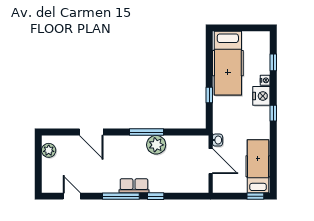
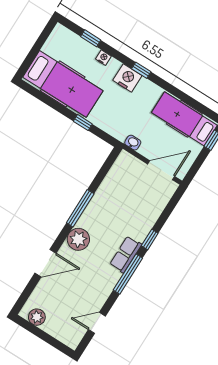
nightstand: (261, 96) -> (127, 78), moved
plant: (156, 145) -> (78, 239), moved
door: (211, 161) -> (161, 170), moved

